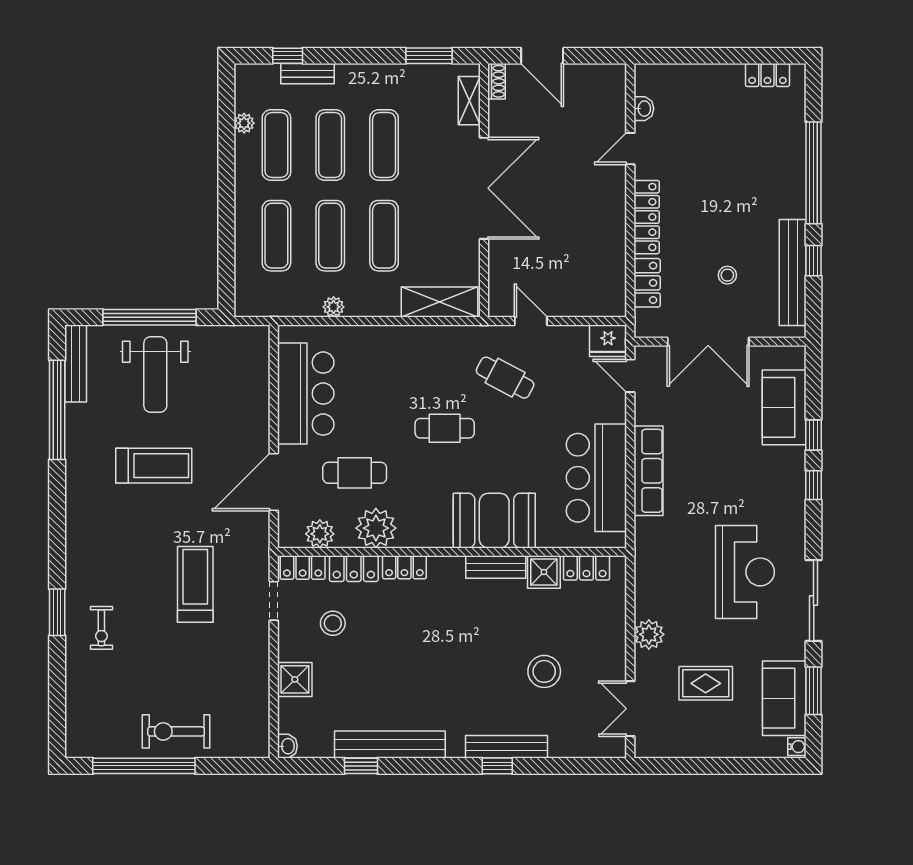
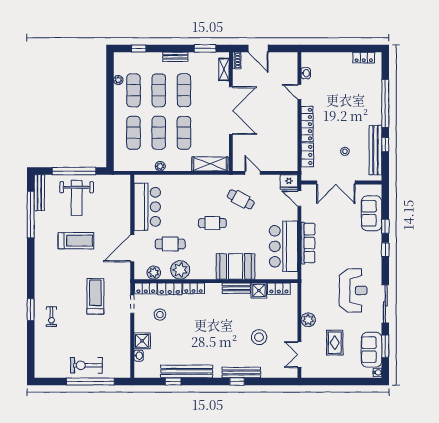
bench: (307, 74) -> (175, 57), moved
door: (630, 149) -> (299, 92), hinge flipped
rug: (706, 683) -> (335, 343), turned 90
washbasin: (287, 746) -> (139, 356), moved
window: (144, 766) -> (90, 381), moved

